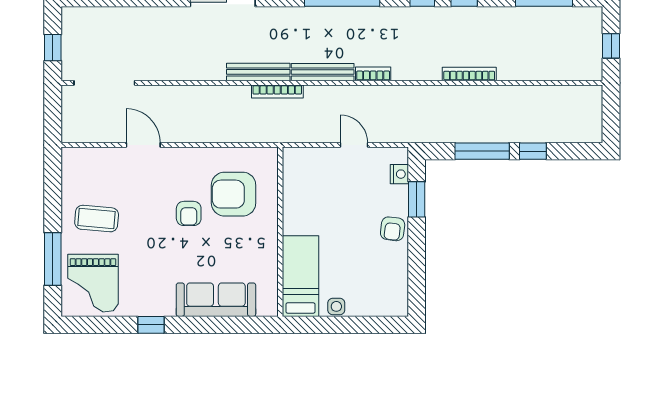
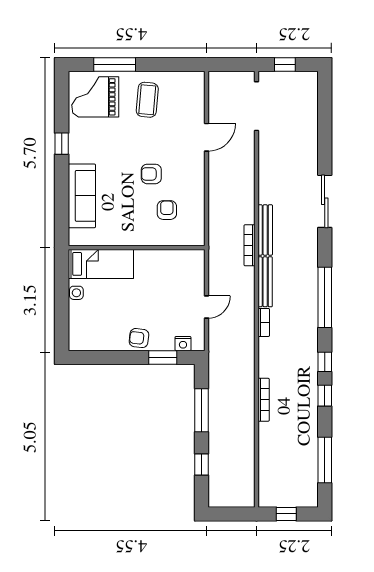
window: (533, 151) -> (202, 465), moved
armchair: (234, 194) -> (167, 210), width x0.53, depth x0.53

